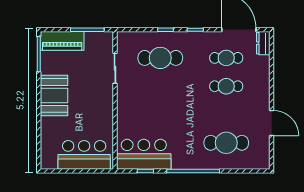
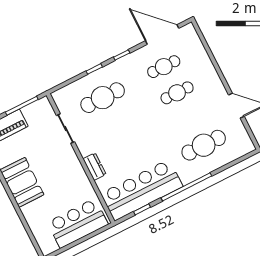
dresser: (263, 43) -> (94, 167), moved, turned 180
bar counter: (144, 154) -> (142, 190), width x1.36

